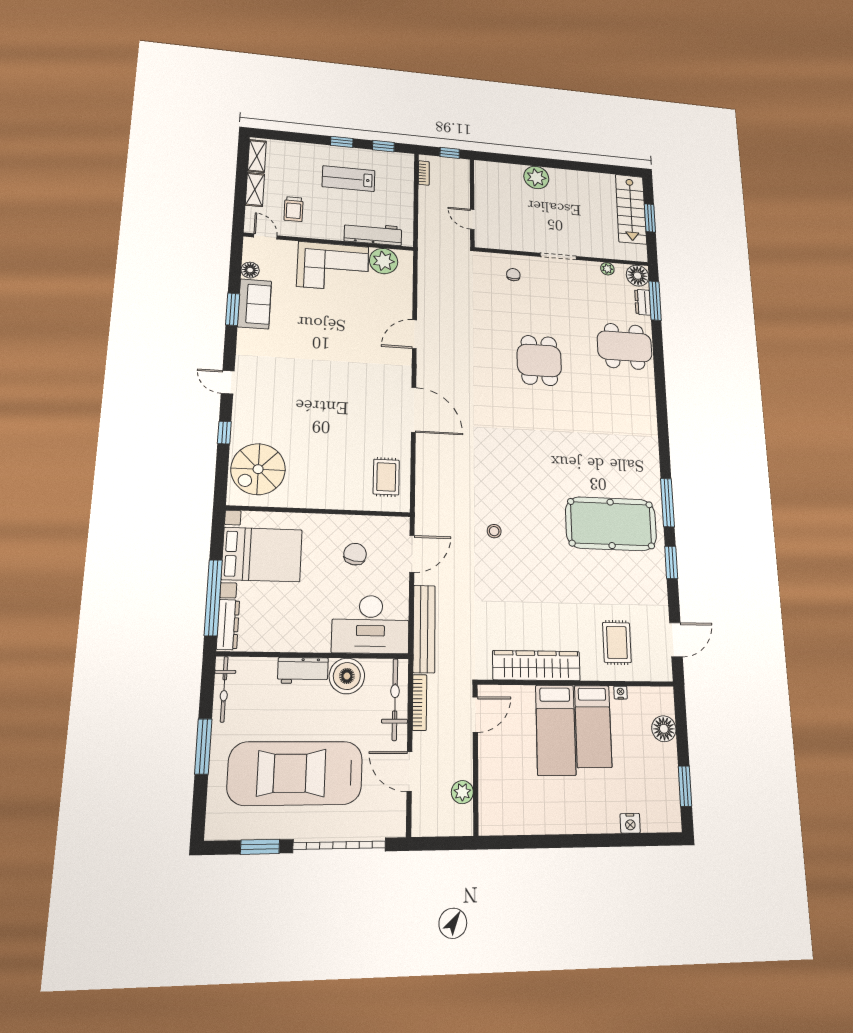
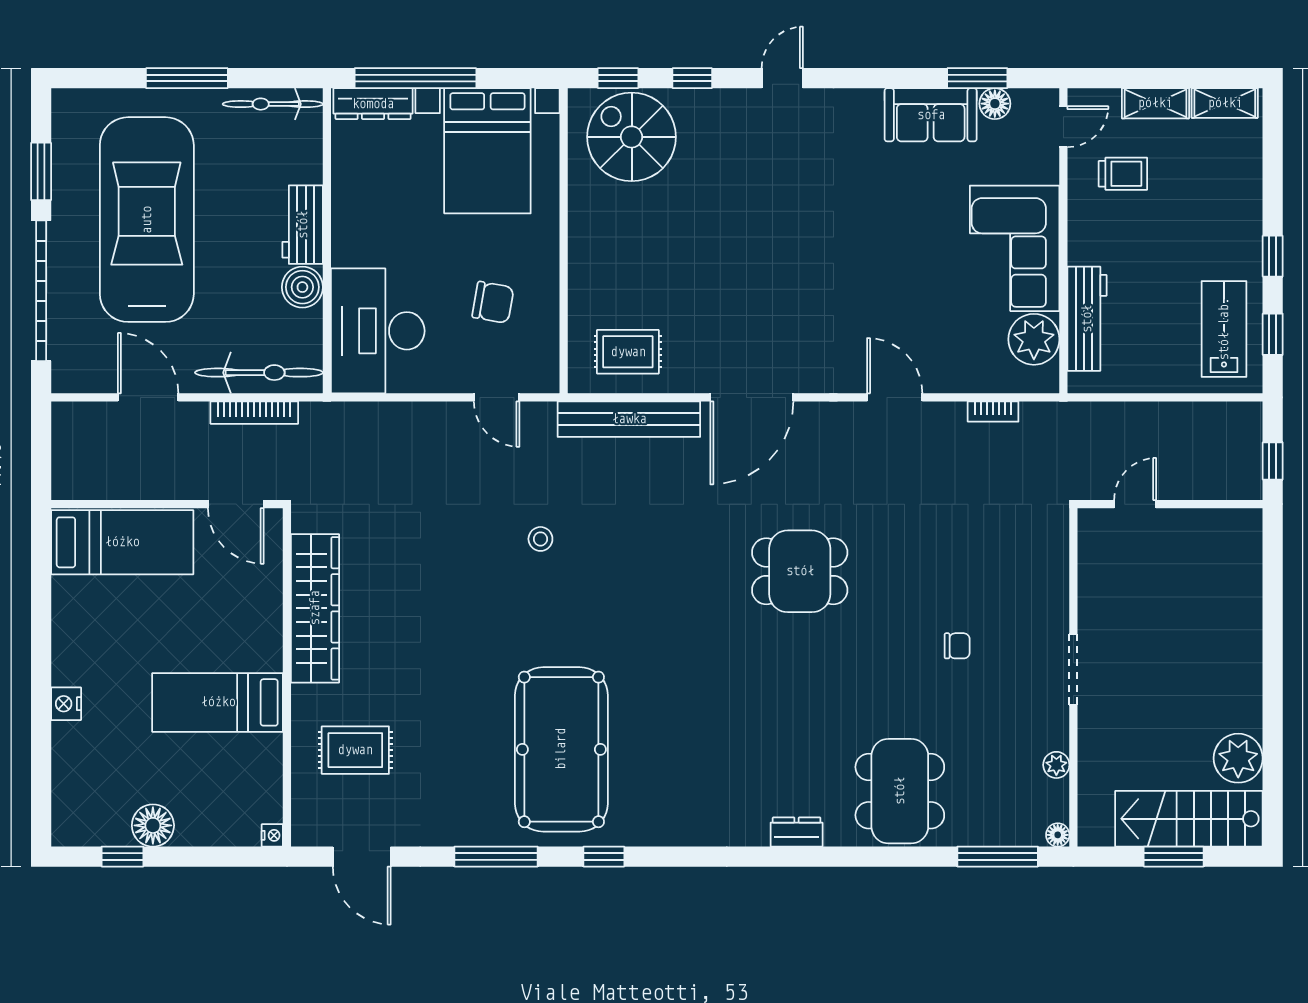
bookcase: (424, 173) -> (993, 412), moved
plant: (536, 177) -> (1238, 758), moved
lab bench: (349, 179) -> (1224, 329), moved
trolley: (294, 209) -> (1123, 174), turned 180
chair: (513, 275) -> (957, 646), moved
floor lamp: (638, 276) -> (1058, 835), width x0.53, depth x0.53
dresser: (643, 302) -> (797, 832), moved
window: (233, 309) -> (977, 78), moved
dining table: (539, 360) -> (800, 571), moved
window: (221, 475) -> (618, 78), added
window: (667, 503) -> (604, 857), width x0.46
door: (412, 554) -> (497, 397), width x0.73
window: (671, 562) -> (496, 857), width x1.44
bench: (424, 629) -> (629, 419), moved
boiler: (347, 676) -> (302, 287), width x0.73, depth x0.73
nightstand: (621, 693) -> (272, 835), moved
floor lamp: (664, 729) -> (153, 825), moved
bed: (556, 730) -> (122, 542), moved, turned 180
door: (409, 772) -> (148, 397), hinge flipped
window: (685, 786) -> (122, 857), width x0.67
plant: (462, 792) -> (116, 482), removed
nightstand: (630, 823) -> (66, 704), moved

